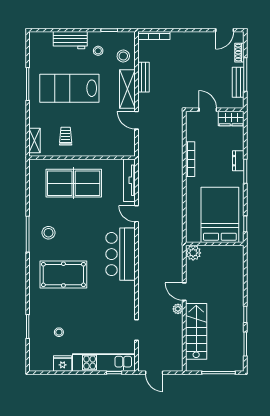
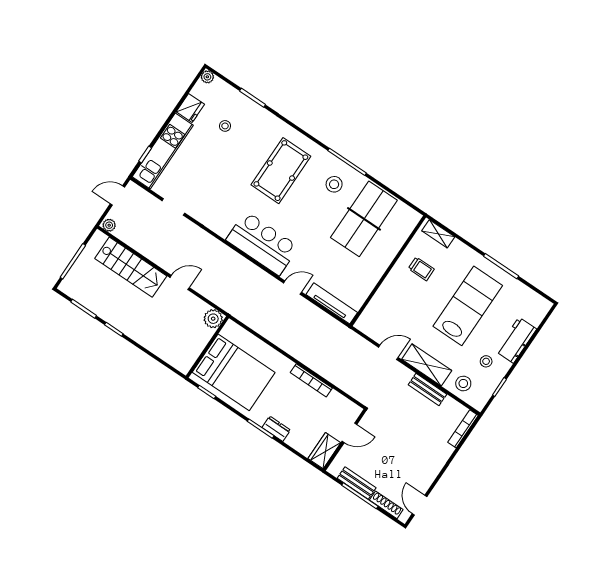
shoe rack: (239, 53) -> (386, 505), width x1.43
table tennis table: (74, 183) -> (364, 219), moved
plant: (178, 309) -> (109, 225), moved
plant: (34, 366) -> (207, 77), added

